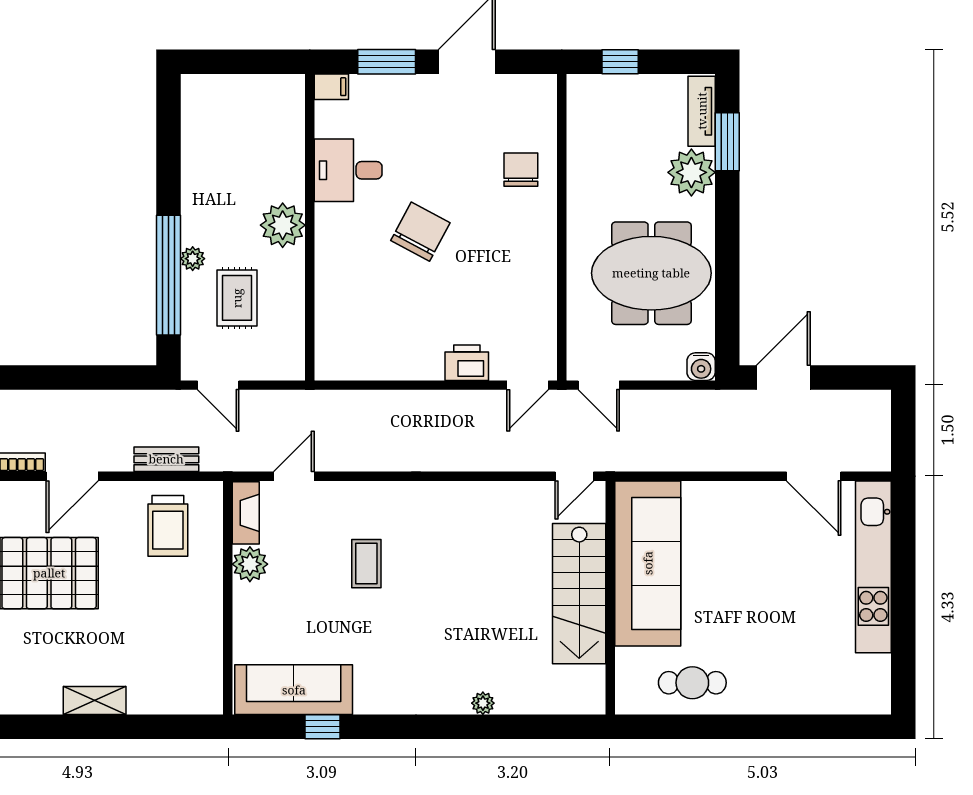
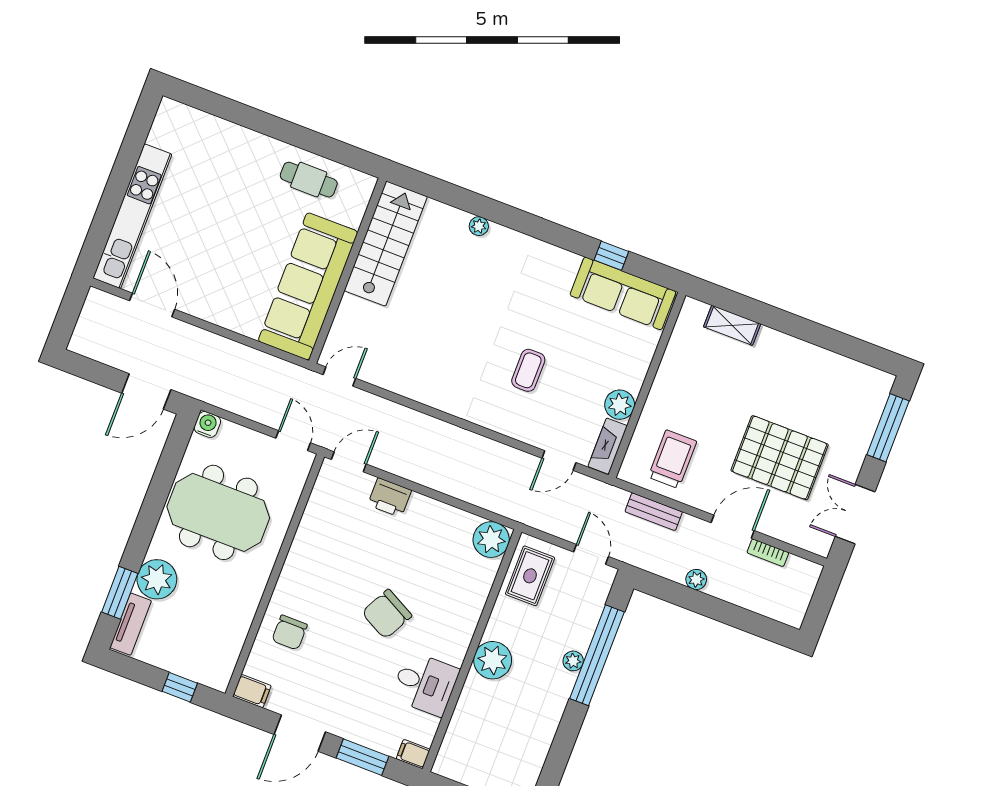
filing cabinet: (538, 88) -> (252, 691), added
rug: (237, 298) -> (530, 576), moved
plant: (336, 359) -> (491, 540), added
plant: (90, 402) -> (696, 579), added
stairs: (579, 594) -> (386, 244), moved
shelving: (95, 700) -> (732, 325), moved

